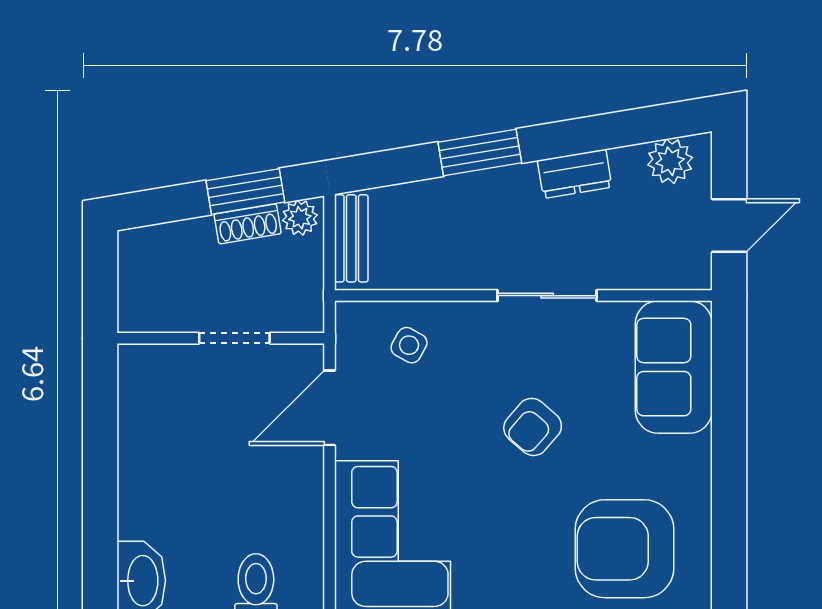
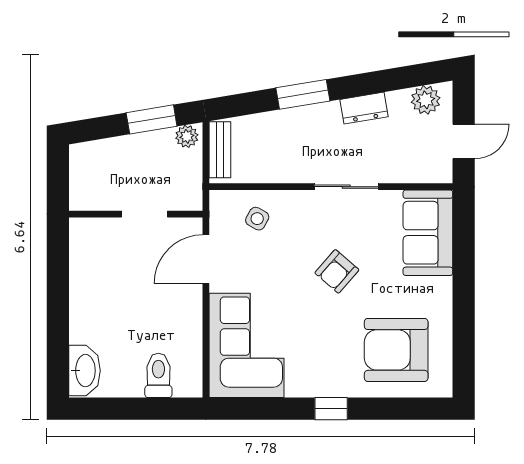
shoe rack: (248, 224) -> (153, 140), removed

